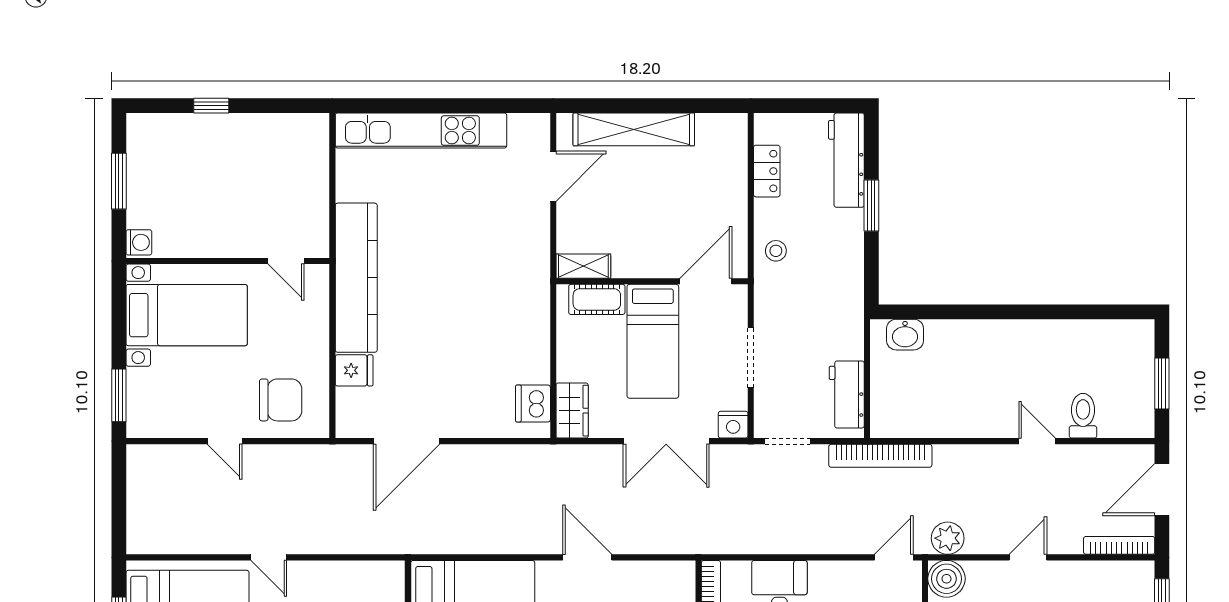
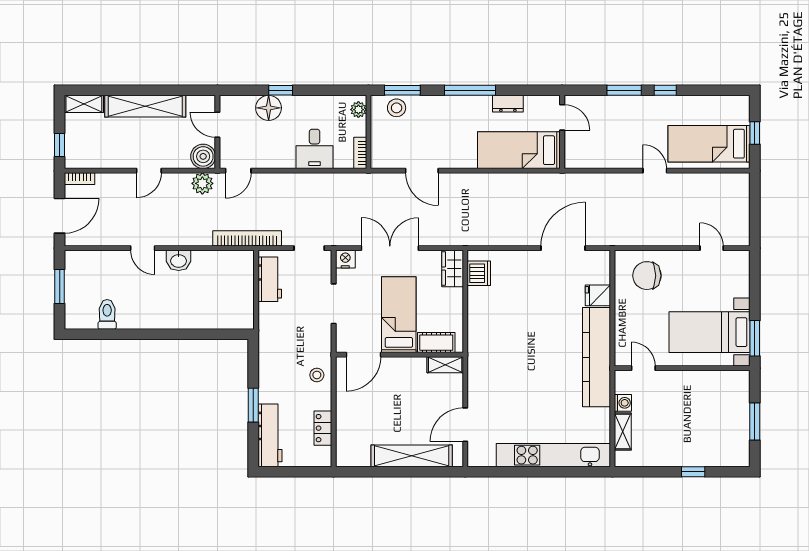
shelving: (317, 166) -> (623, 432), added
washing machine: (139, 242) -> (623, 403), moved, turned 180
washbasin: (905, 335) -> (179, 260), moved, turned 180
window: (119, 395) -> (755, 338), moved
toilet: (1083, 416) -> (107, 314), moved, turned 180
door: (225, 441) -> (712, 248), moved
bookcase: (1119, 545) -> (80, 179), width x0.64
door: (587, 557) -> (422, 171), moved

